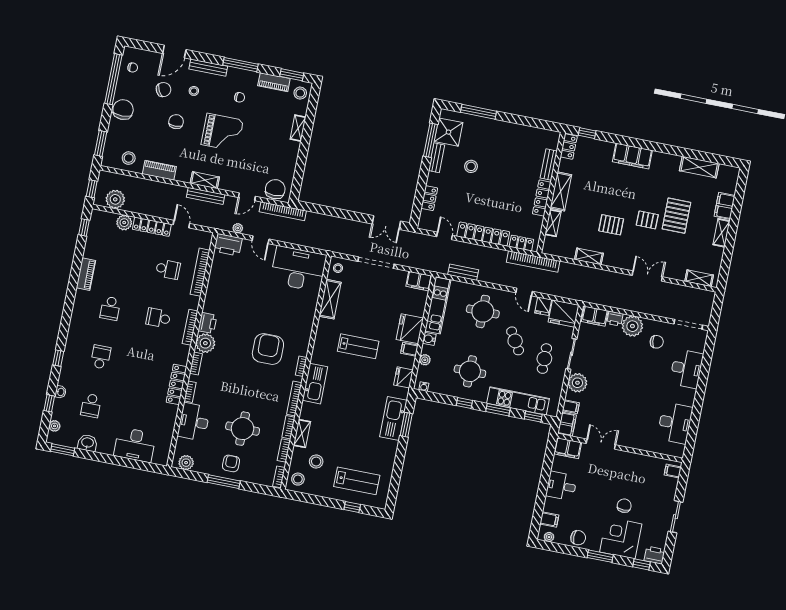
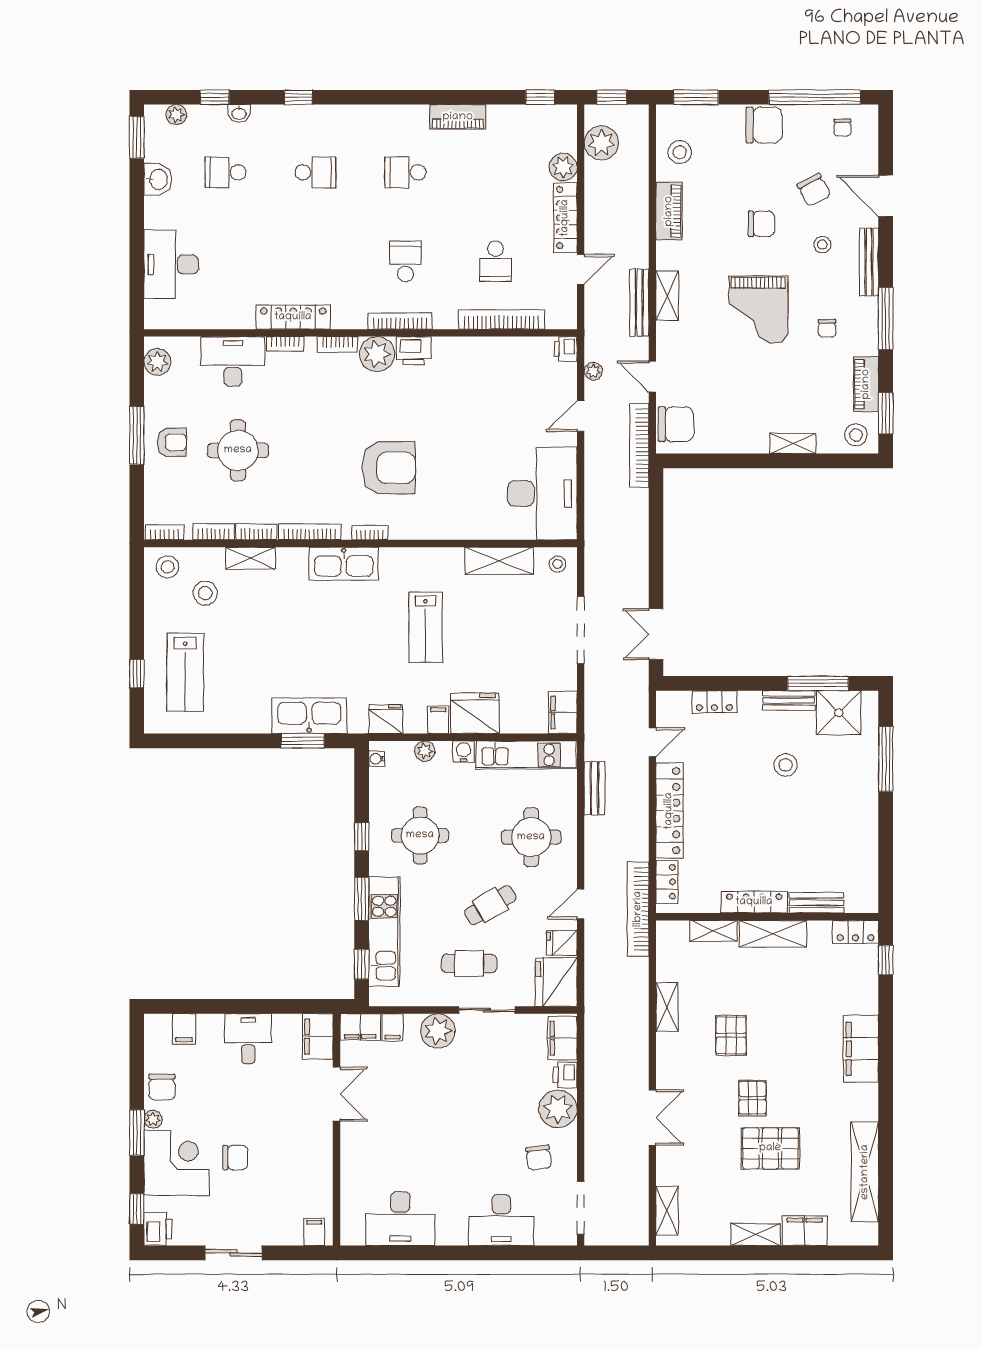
shelving: (699, 167) -> (865, 1172), width x1.47
printer: (228, 245) -> (566, 349), width x0.53, depth x0.68
plant: (549, 537) -> (153, 1119), moved

